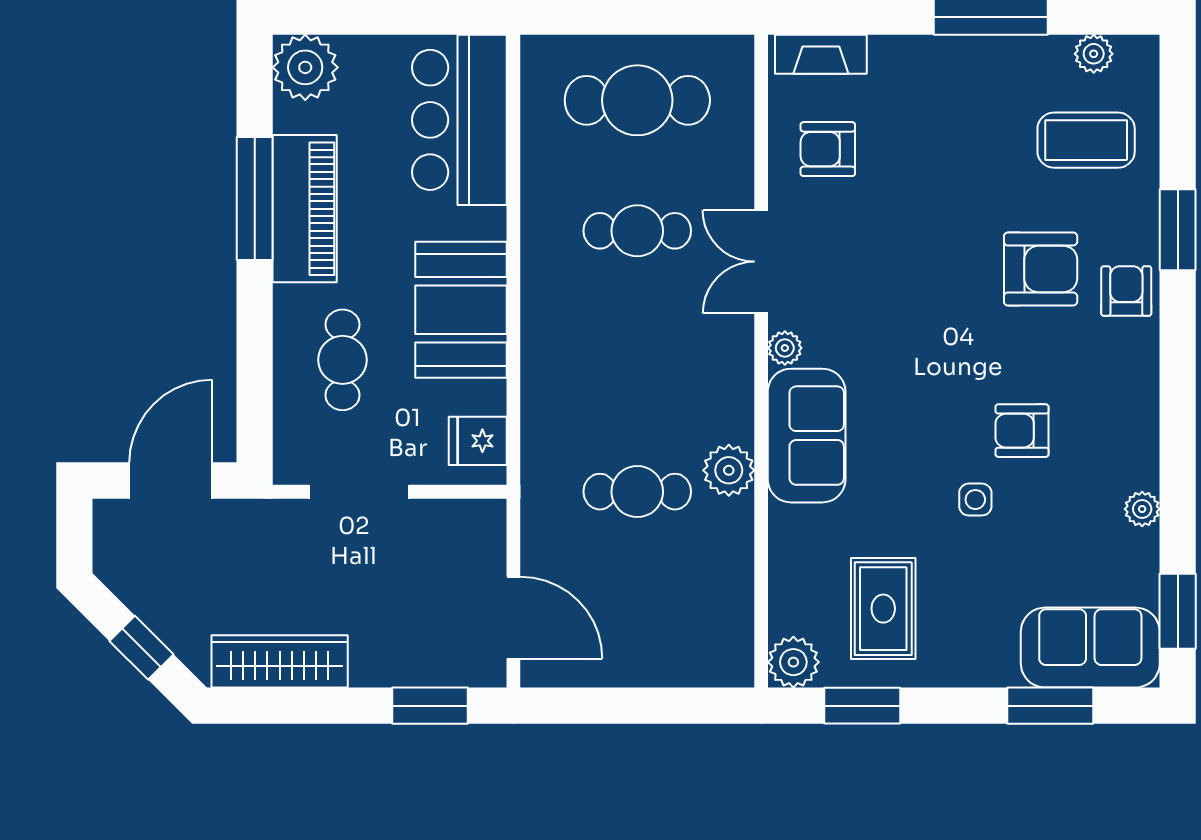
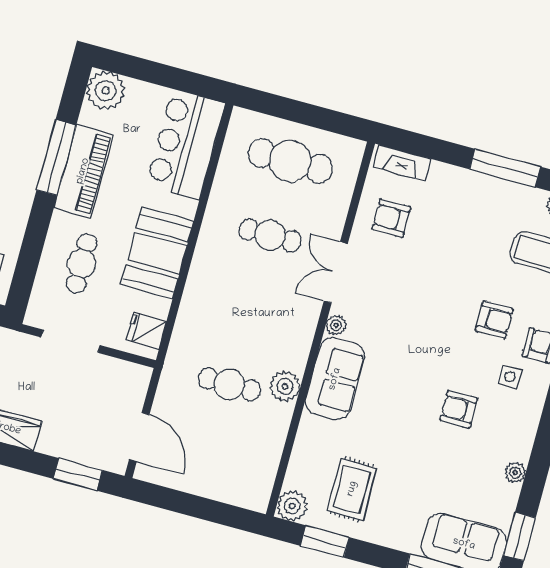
armchair: (1041, 269) -> (494, 320), width x0.72, depth x0.72
side table: (975, 500) -> (510, 377), moved

